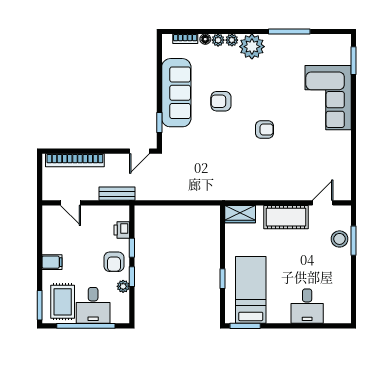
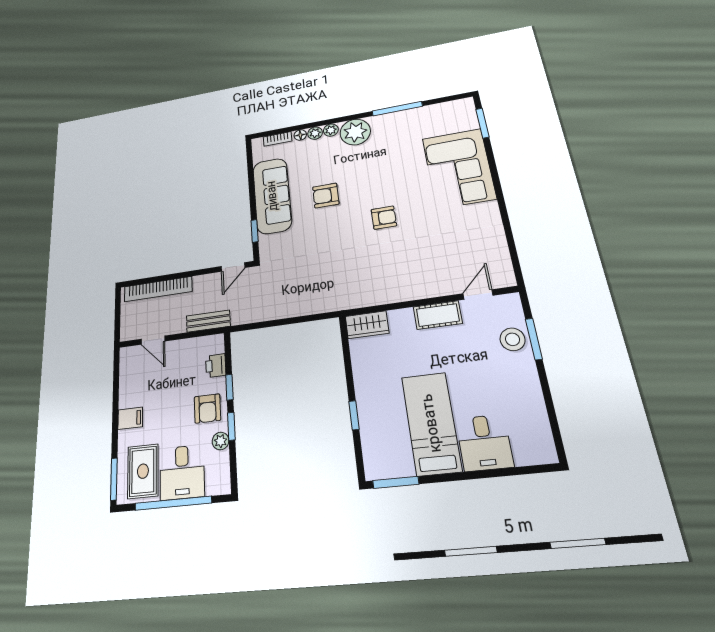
cot: (286, 217) -> (438, 315), width x0.73, depth x0.75
bed: (251, 290) -> (431, 423), moved

